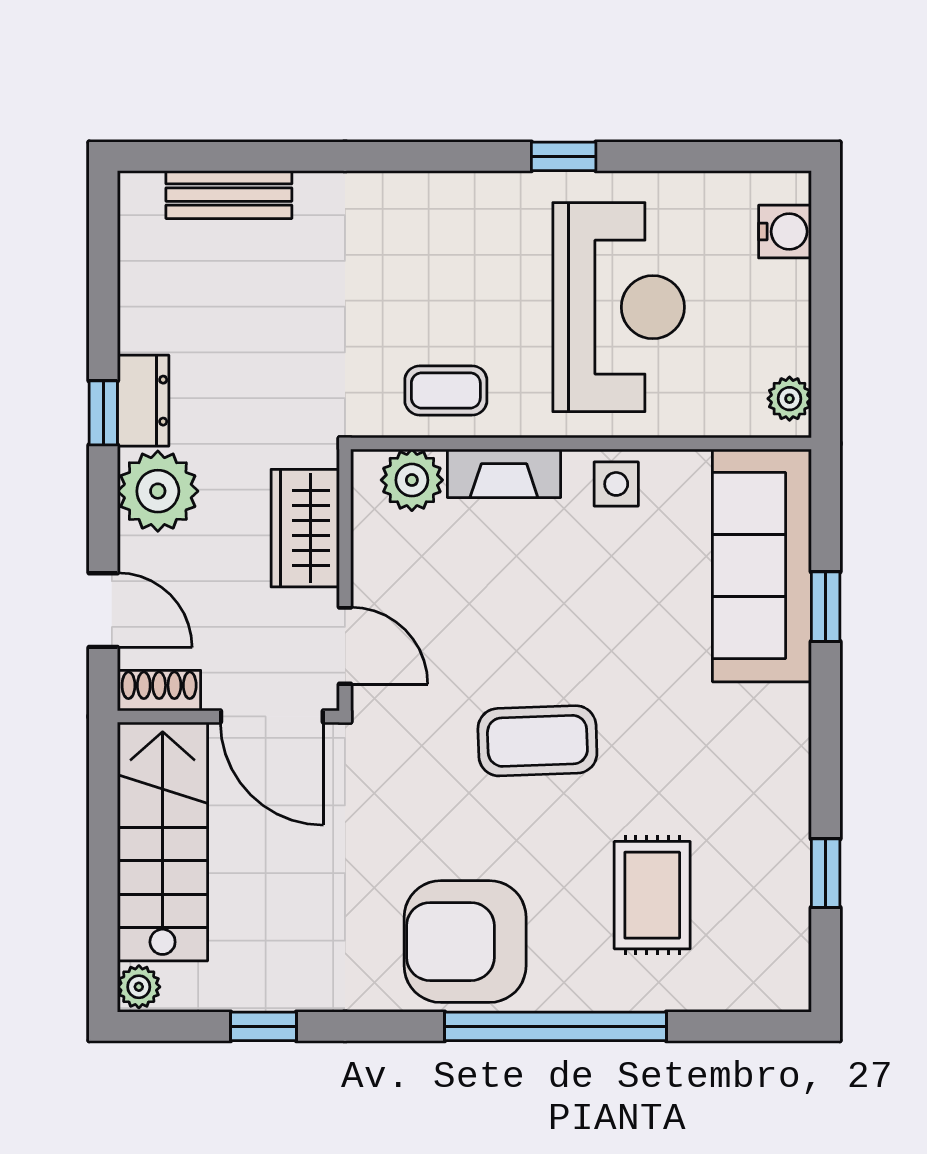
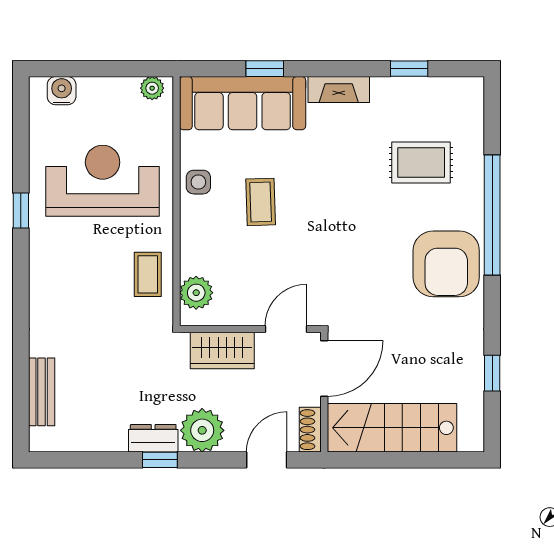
fireplace: (504, 473) -> (339, 89), moved, turned 90
coffee table: (537, 741) -> (261, 202), moved, width x0.73, depth x0.77
plant: (139, 987) -> (471, 441), removed

